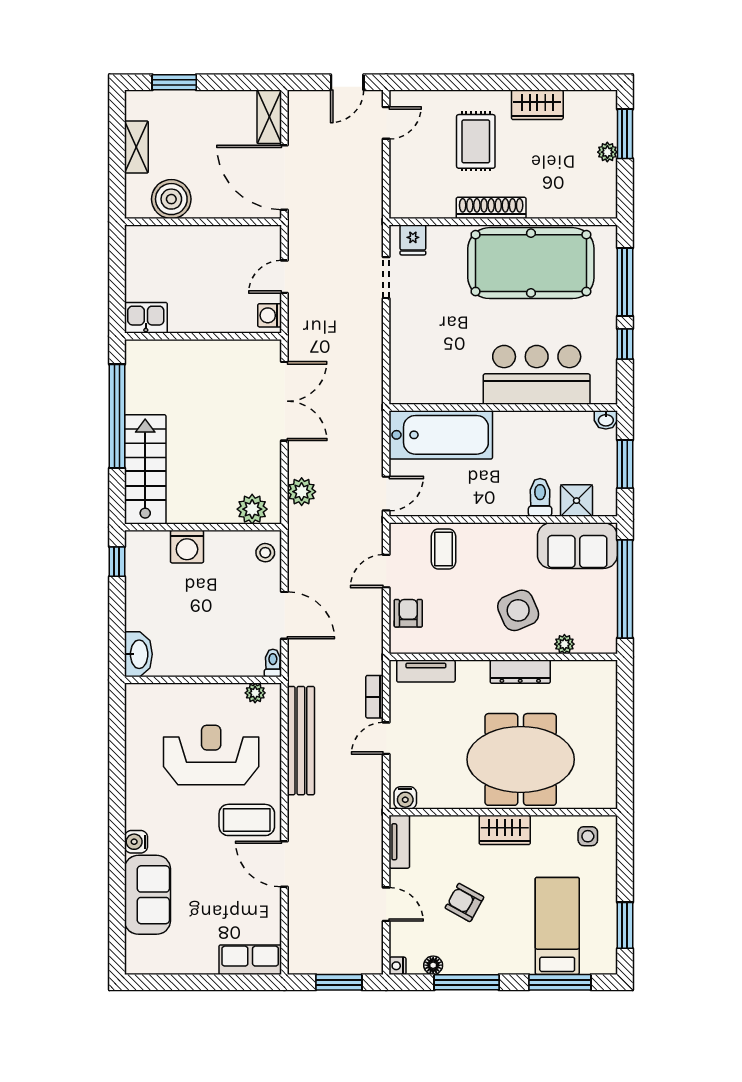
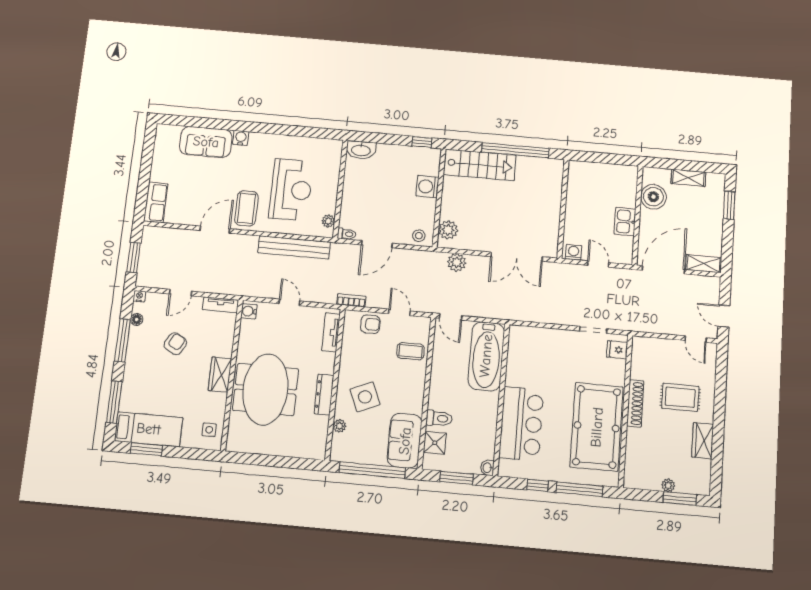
kitchen sink: (146, 318) -> (625, 222), moved, turned 180
bookcase: (375, 697) -> (351, 300), moved
bed: (557, 926) -> (149, 429), moved

